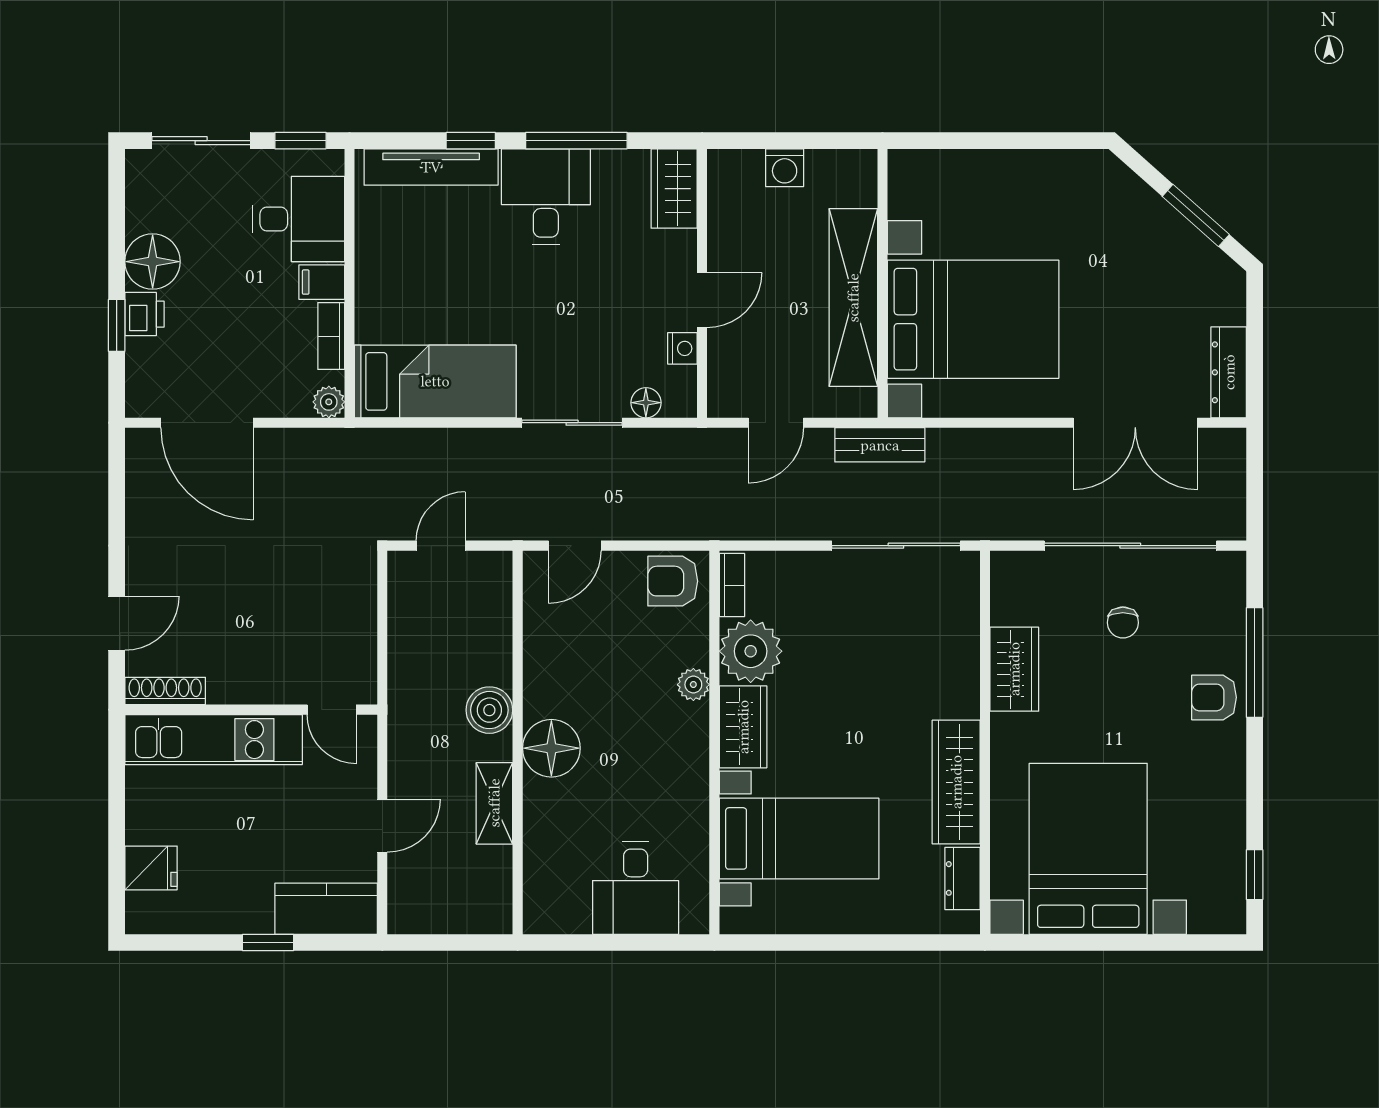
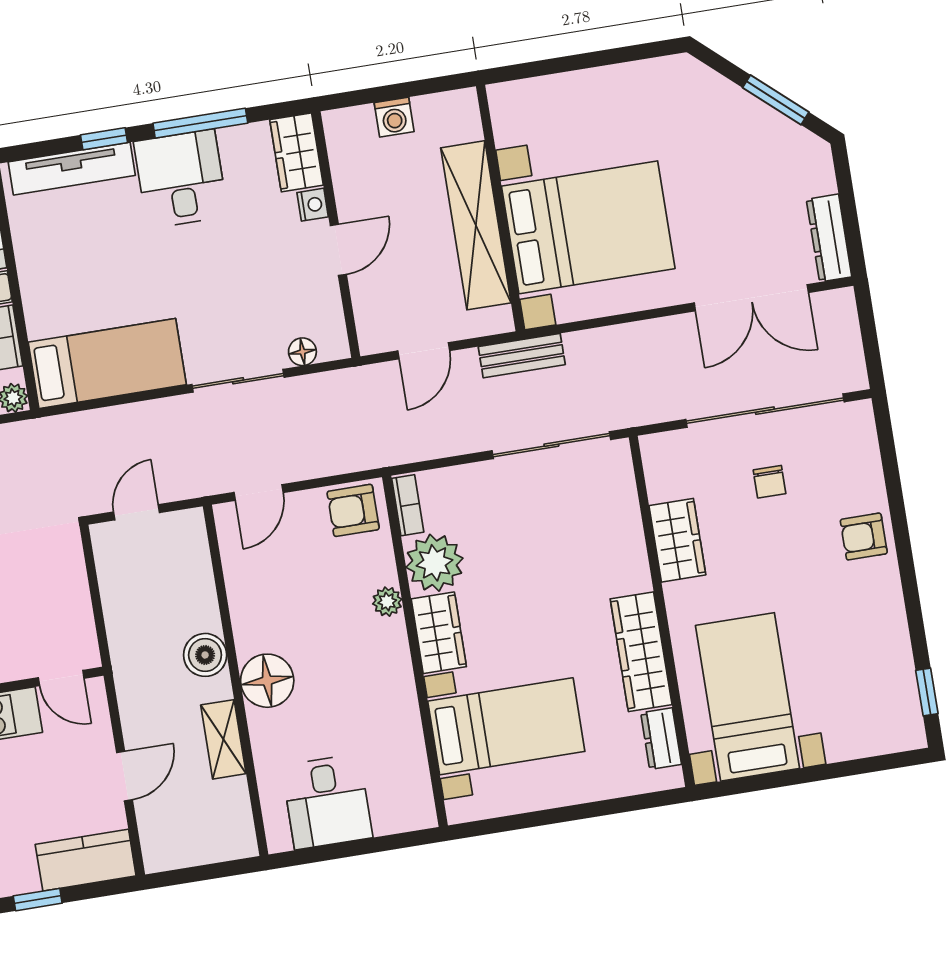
nightstand: (682, 348) -> (313, 205), moved
window: (1255, 662) -> (896, 499), removed
bed with nightstands: (1088, 849) -> (748, 697), width x0.73
desk: (636, 888) -> (327, 802), moved

